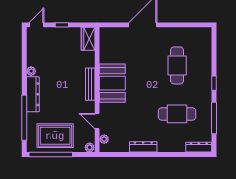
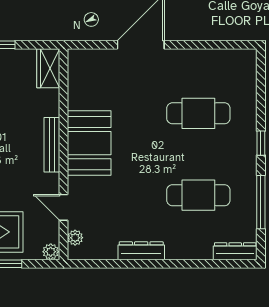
cafe table: (177, 65) -> (198, 113), turned 90

